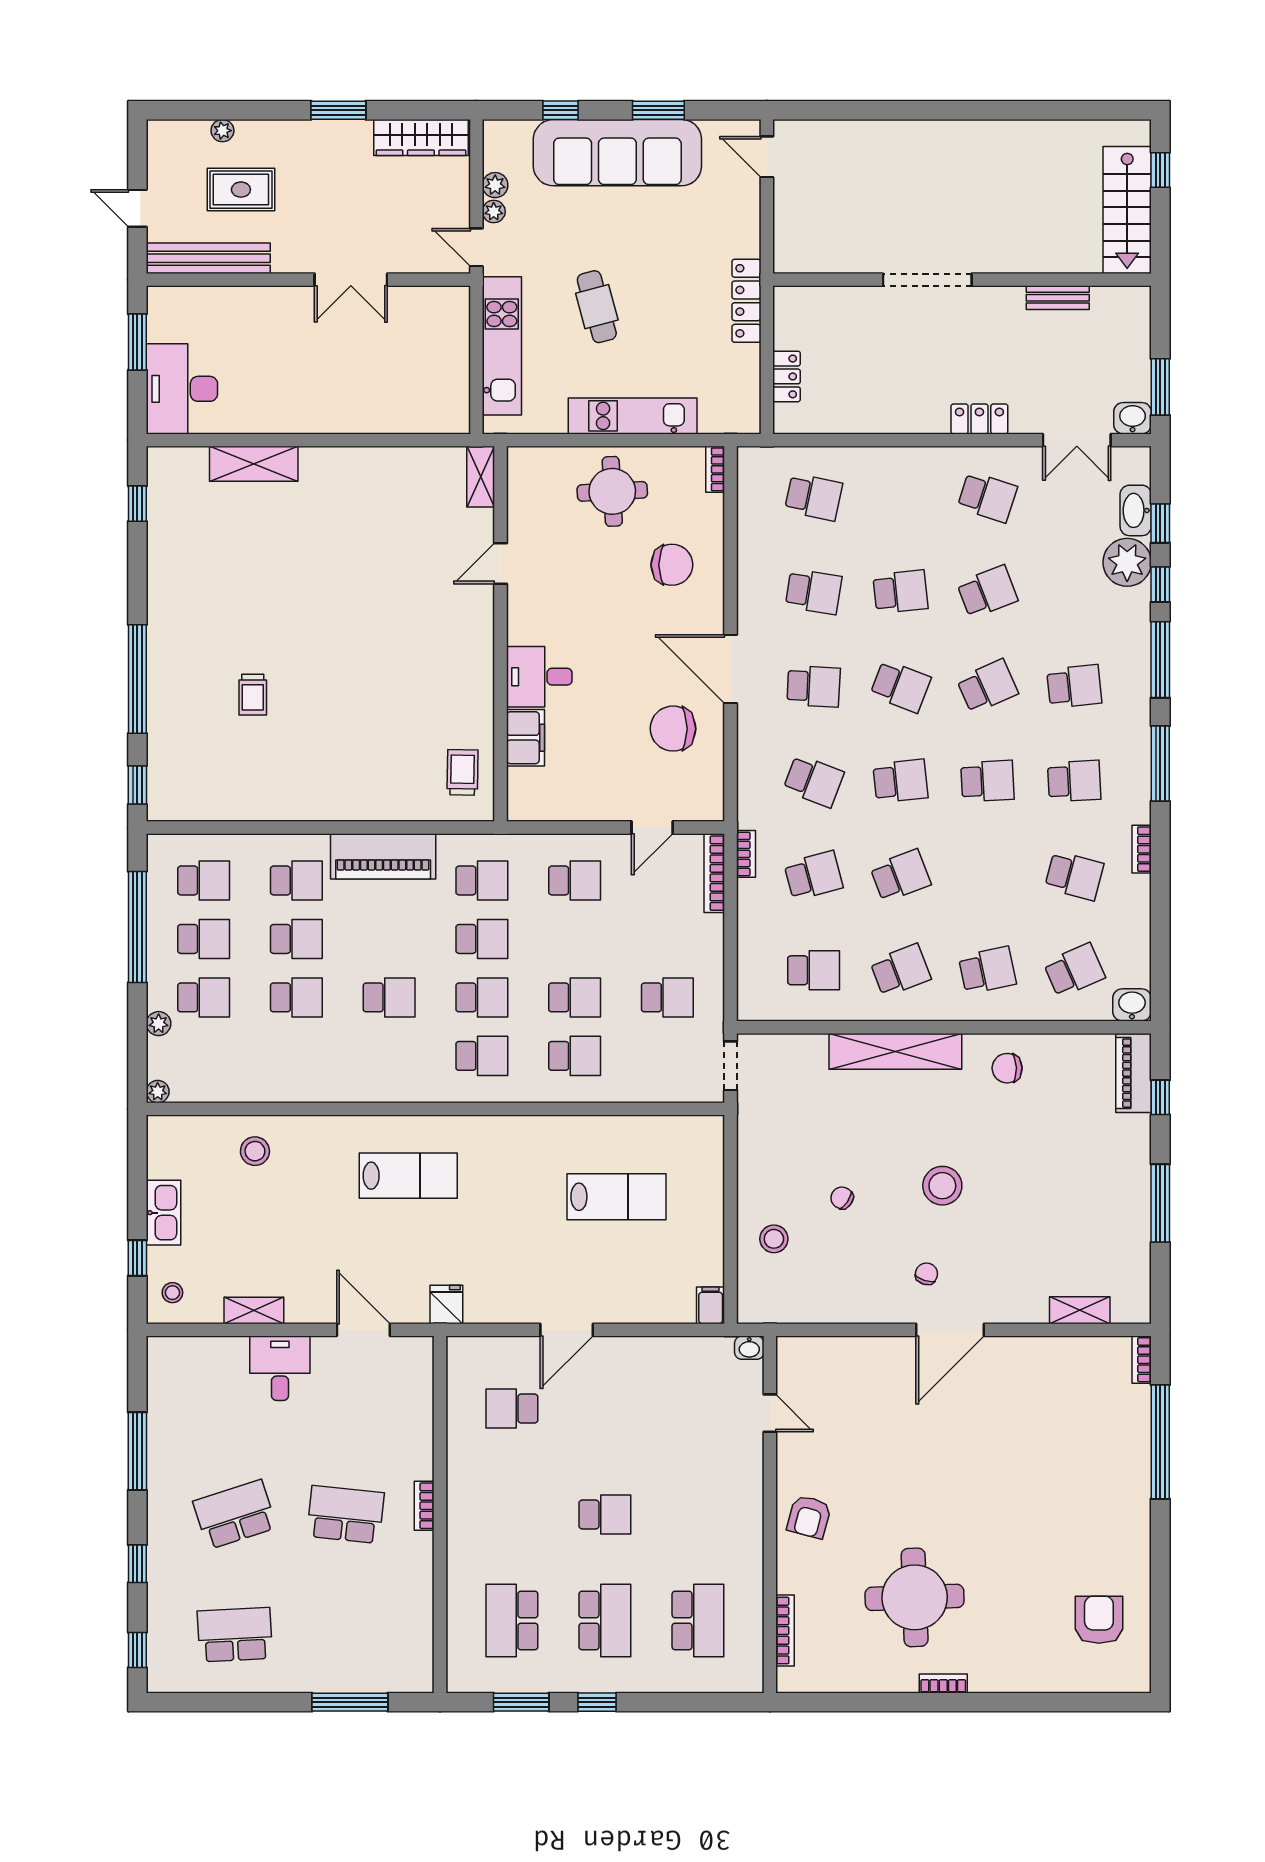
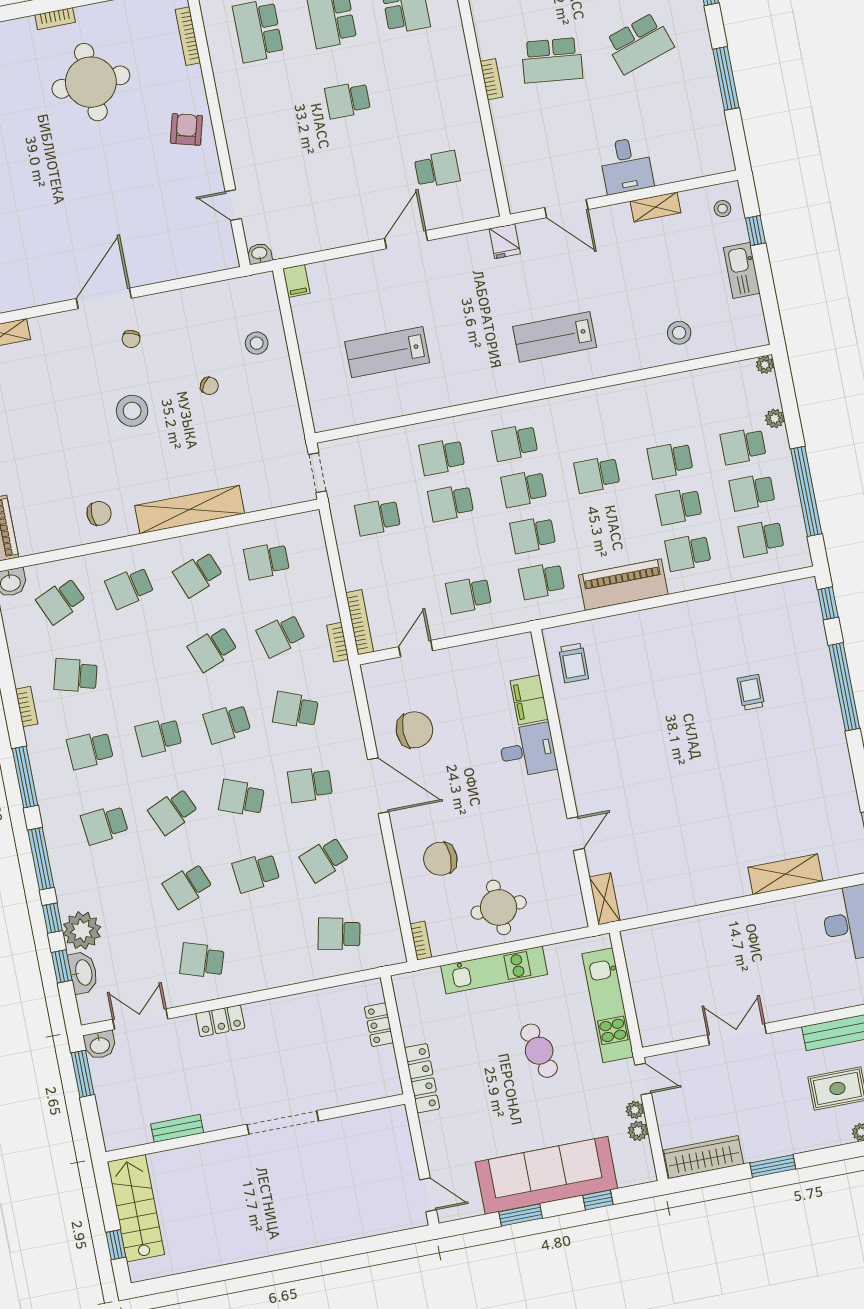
school desk: (814, 592) -> (325, 859), turned -30

